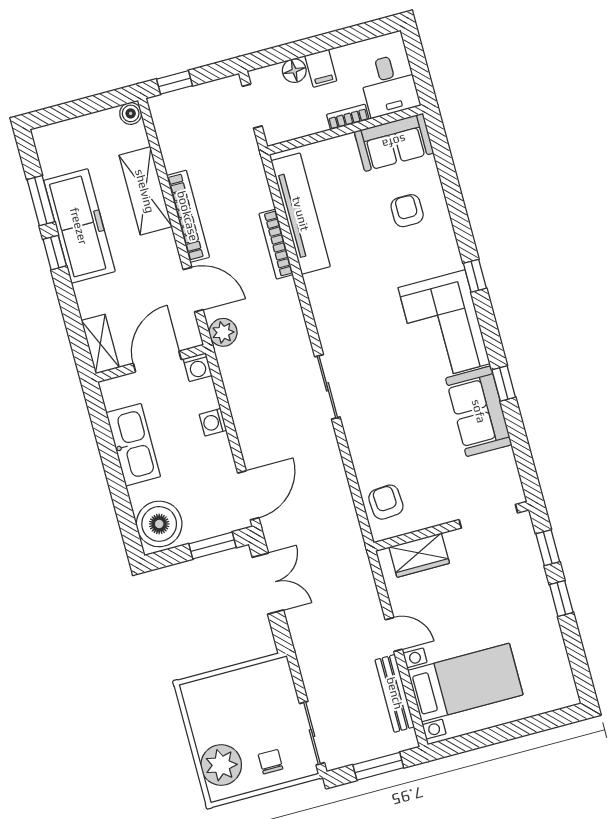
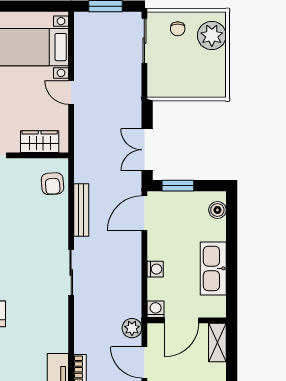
boiler: (159, 524) -> (217, 210), width x0.54, depth x0.54
bench: (395, 693) -> (81, 210), moved

